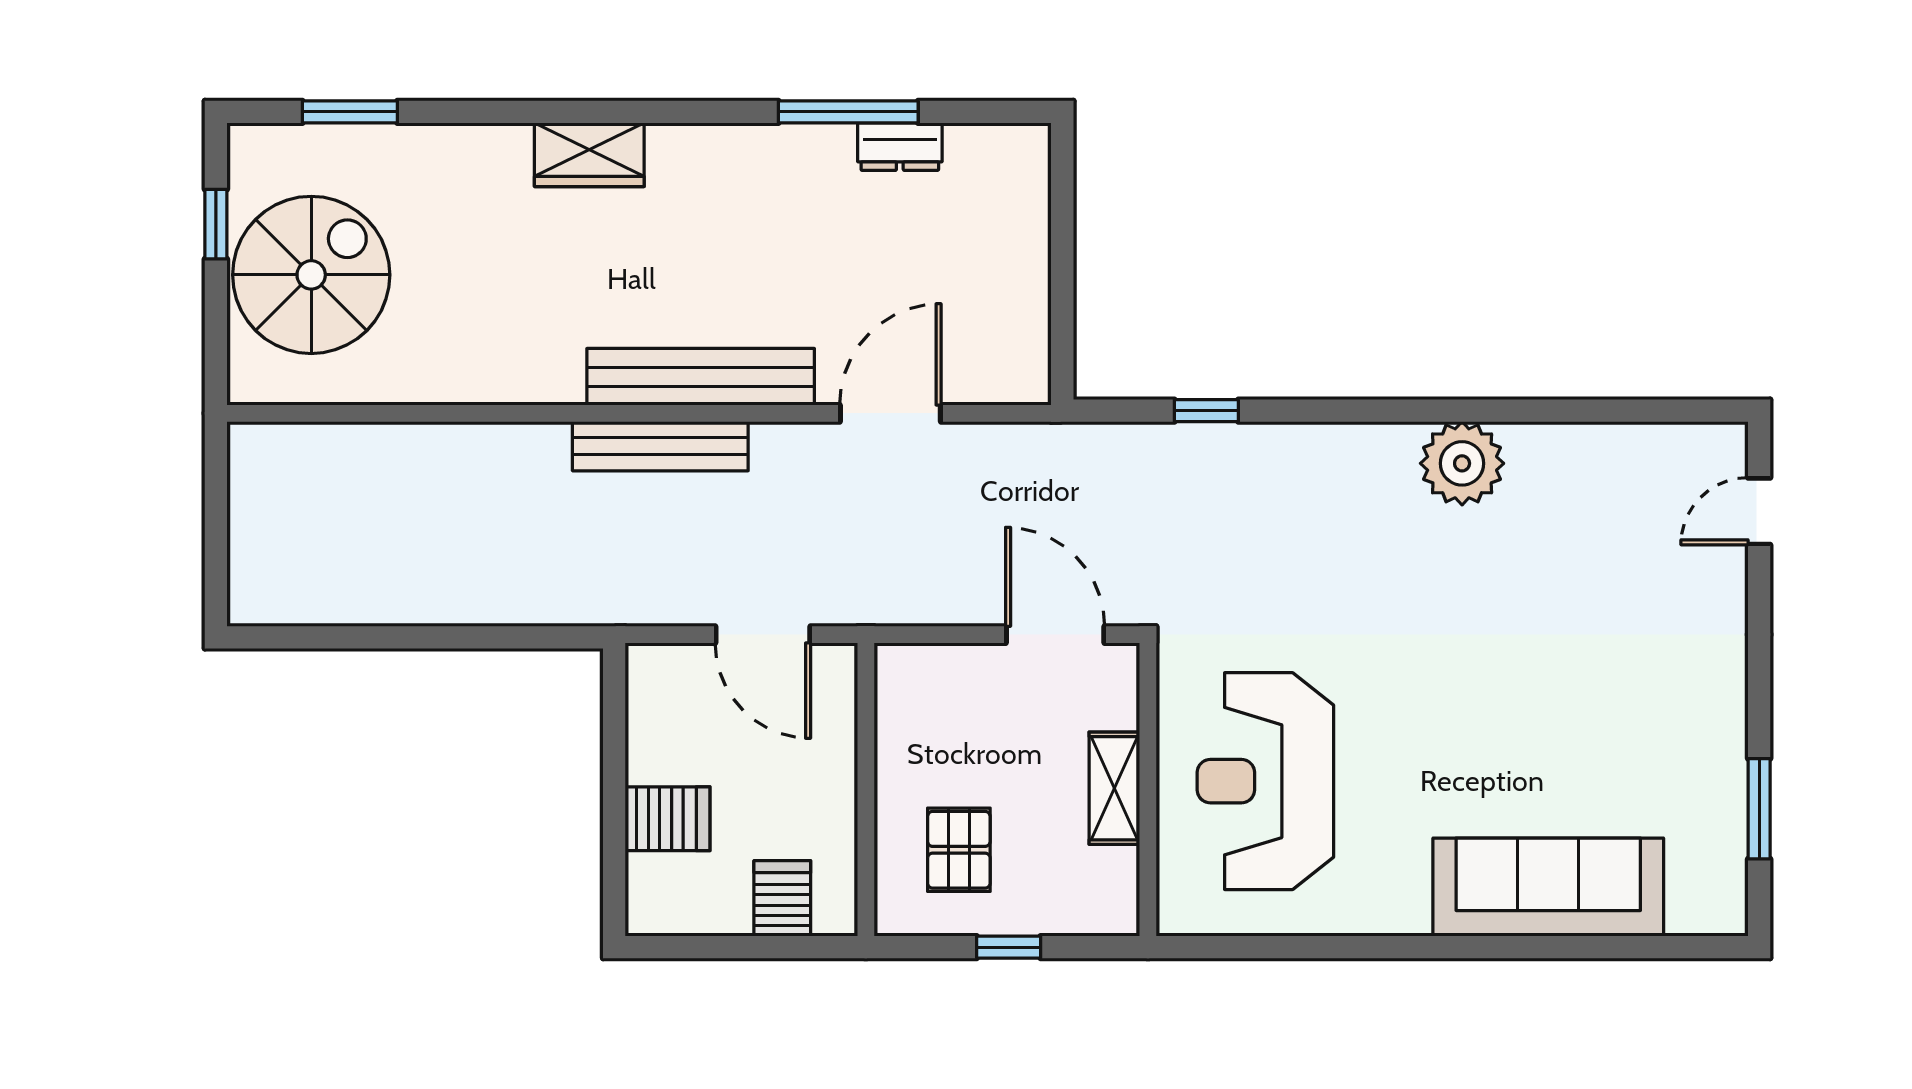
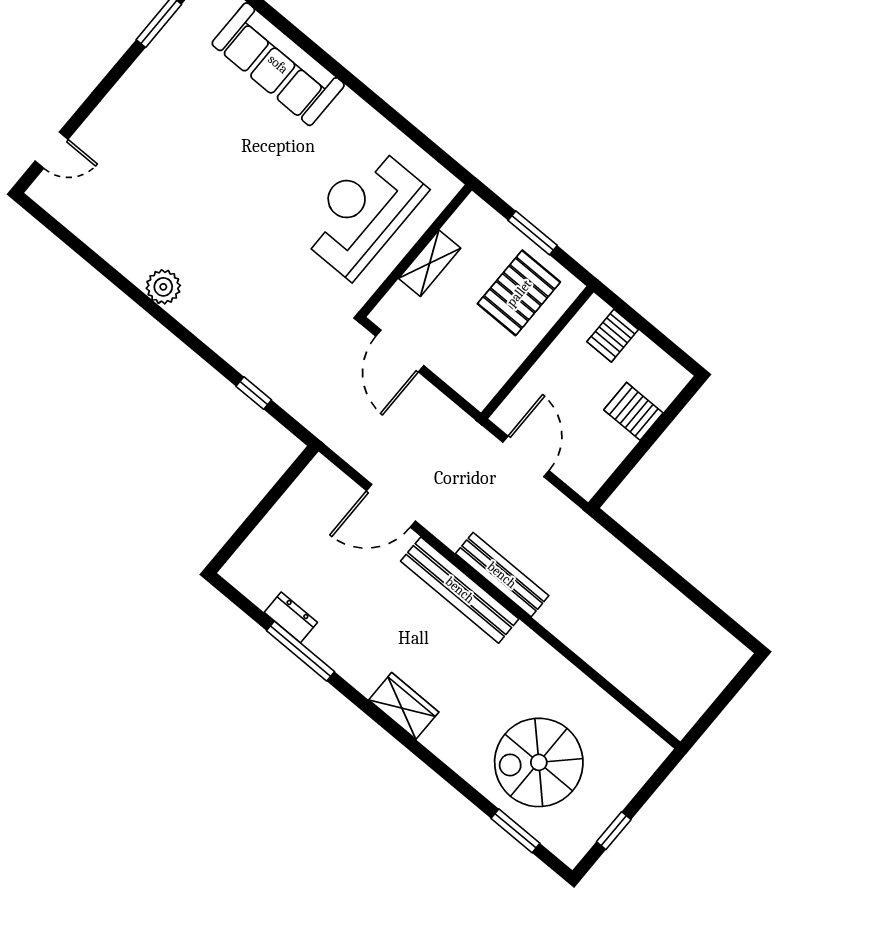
wardrobe: (589, 155) -> (404, 706), moved
spiral stairs: (311, 275) -> (539, 762), moved
plant: (1462, 463) -> (163, 287), width x0.73, depth x0.73
reception desk: (1265, 781) -> (362, 212), turned 180
pallet: (959, 850) -> (519, 293), width x1.50, depth x1.42
window: (1009, 947) -> (533, 233), width x1.50

